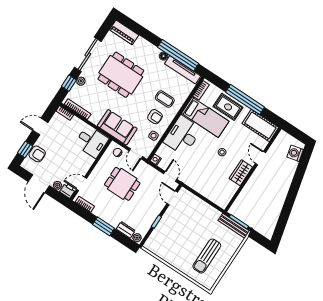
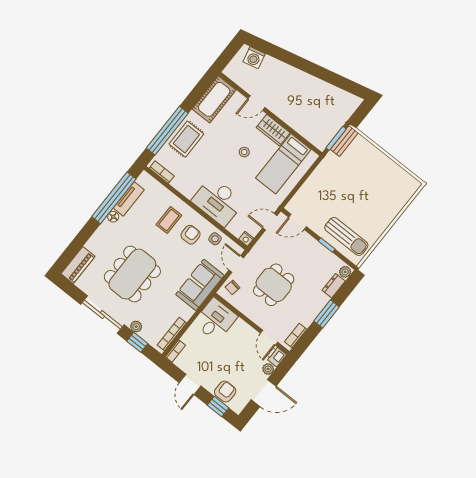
tv unit: (183, 70) -> (129, 199), width x0.71
window: (245, 100) -> (167, 131), moved
bed: (205, 117) -> (283, 164), moved, turned 180
door: (136, 154) -> (236, 264), swing flipped
bench: (234, 226) -> (344, 141), width x0.73
sun lounger: (207, 256) -> (346, 236), moved

